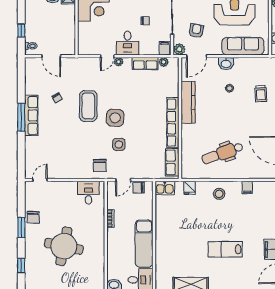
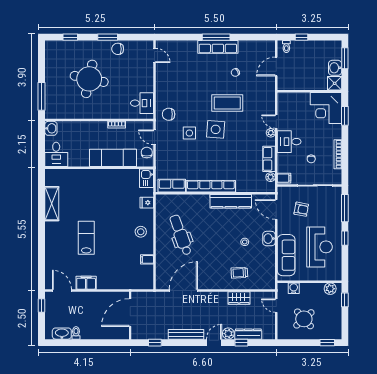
plant: (179, 49) -> (283, 193), removed
exam couch: (144, 244) -> (113, 158), moved

